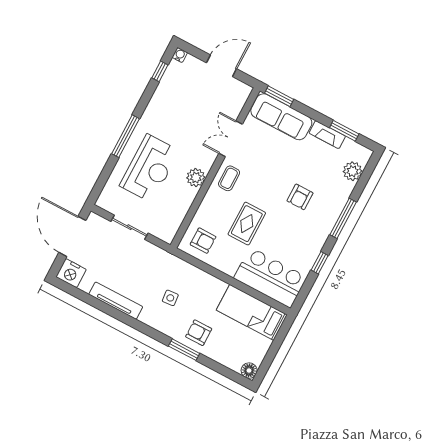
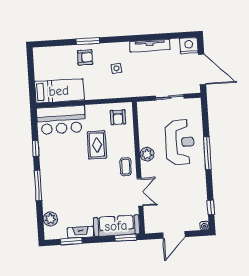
reception desk: (150, 168) -> (180, 142), turned 180
armchair: (300, 197) -> (74, 182), removed
armchair: (203, 241) -> (118, 117), turned -90
floor lamp: (249, 371) -> (39, 53), removed

